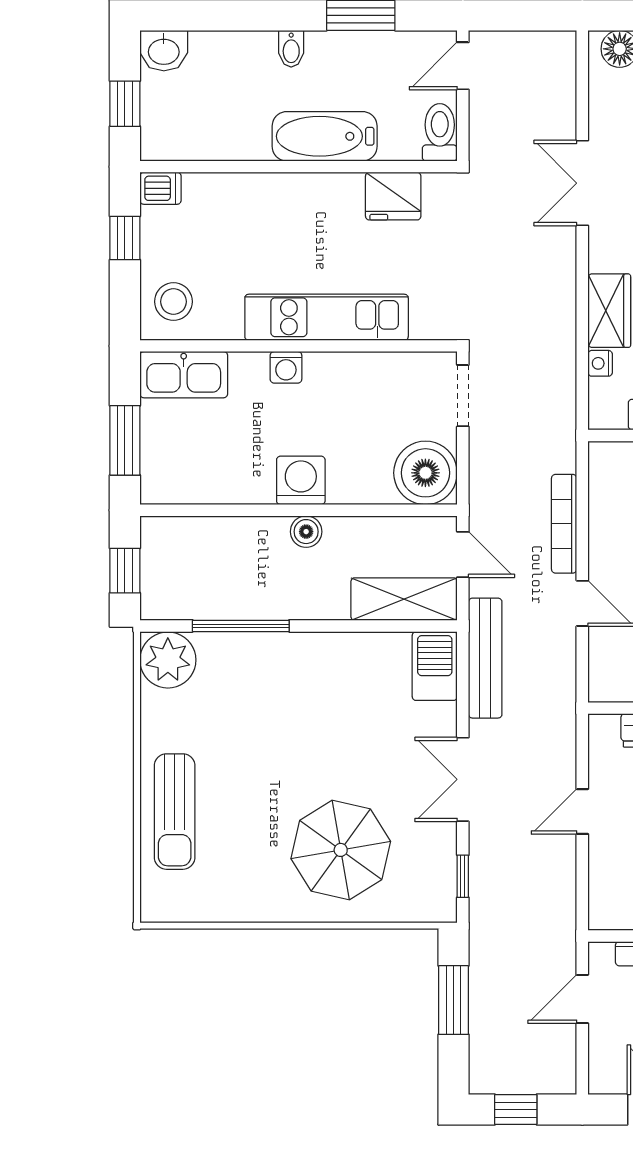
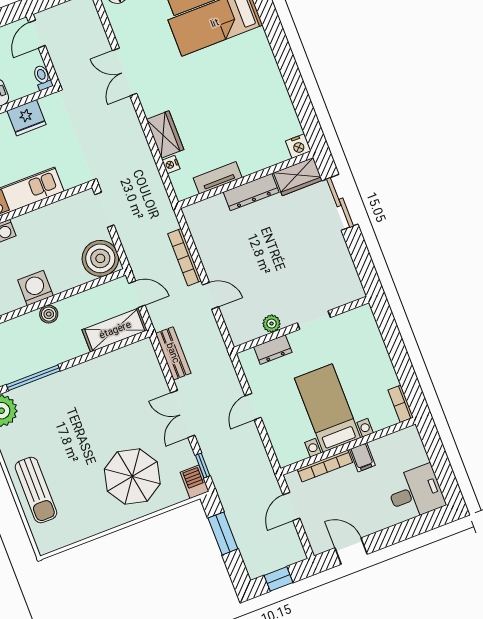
toilet: (440, 132) -> (42, 77), width x0.73, depth x0.72
bench: (485, 658) -> (173, 353), width x0.73
barbecue: (435, 666) -> (195, 482), moved, width x0.73, depth x0.79

